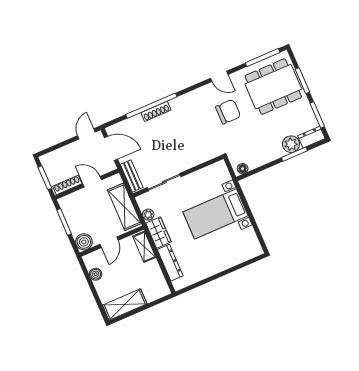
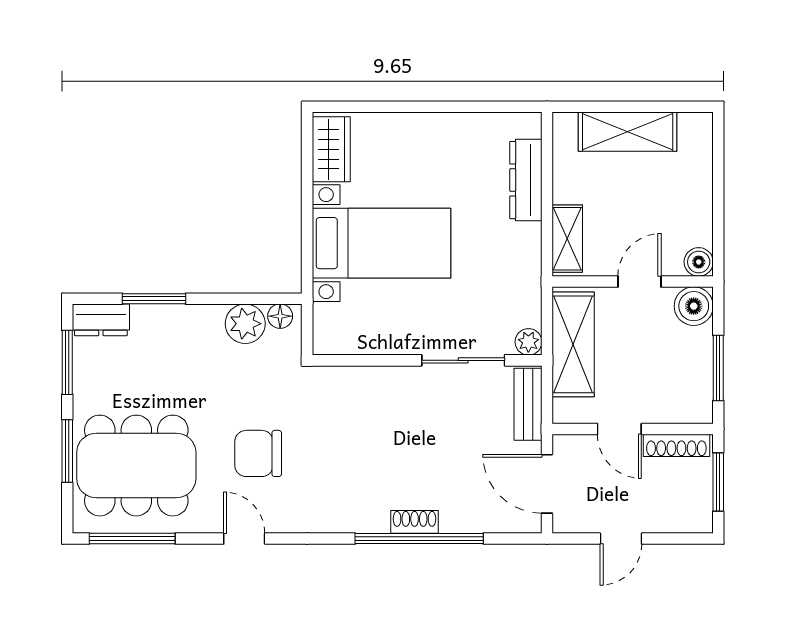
shoe rack: (156, 111) -> (415, 522), width x0.70
door: (86, 134) -> (621, 539), moved
plant: (291, 144) -> (245, 324), moved
plant: (148, 215) -> (528, 342), moved
wardrobe: (158, 233) -> (331, 149), moved, turned 180
boiler: (96, 274) -> (699, 262), moved
shelving: (125, 305) -> (628, 132), moved

